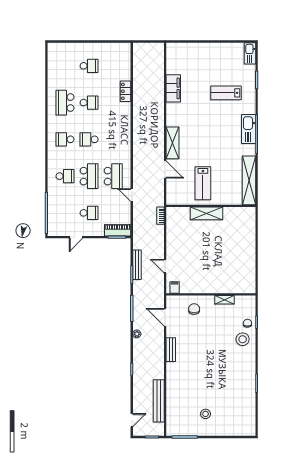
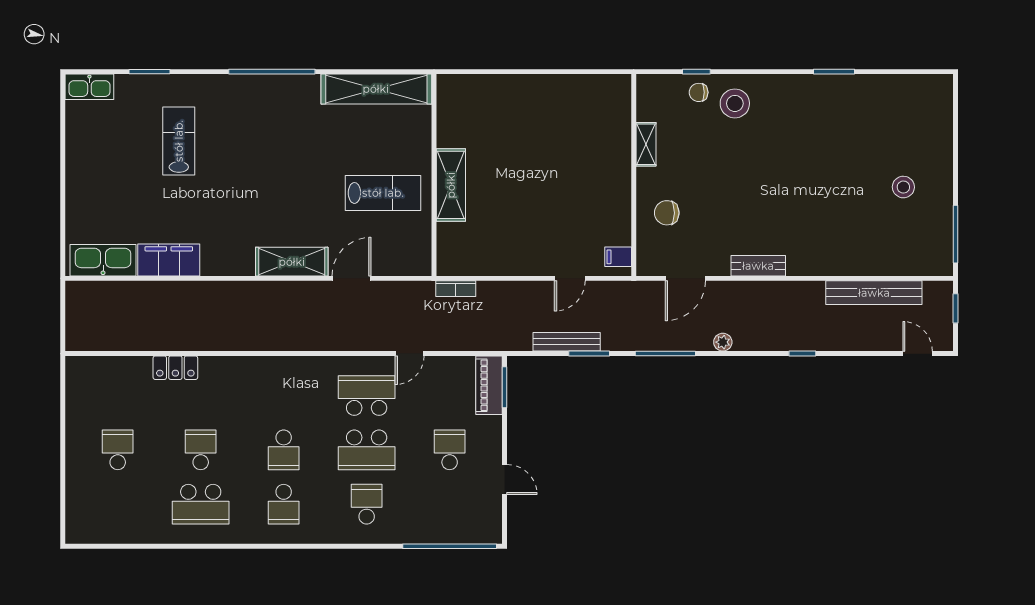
lab bench: (226, 93) -> (179, 141), turned 180
kitchen sink: (249, 129) -> (103, 260), moved, turned 180
school desk: (89, 176) -> (367, 450), turned 180

